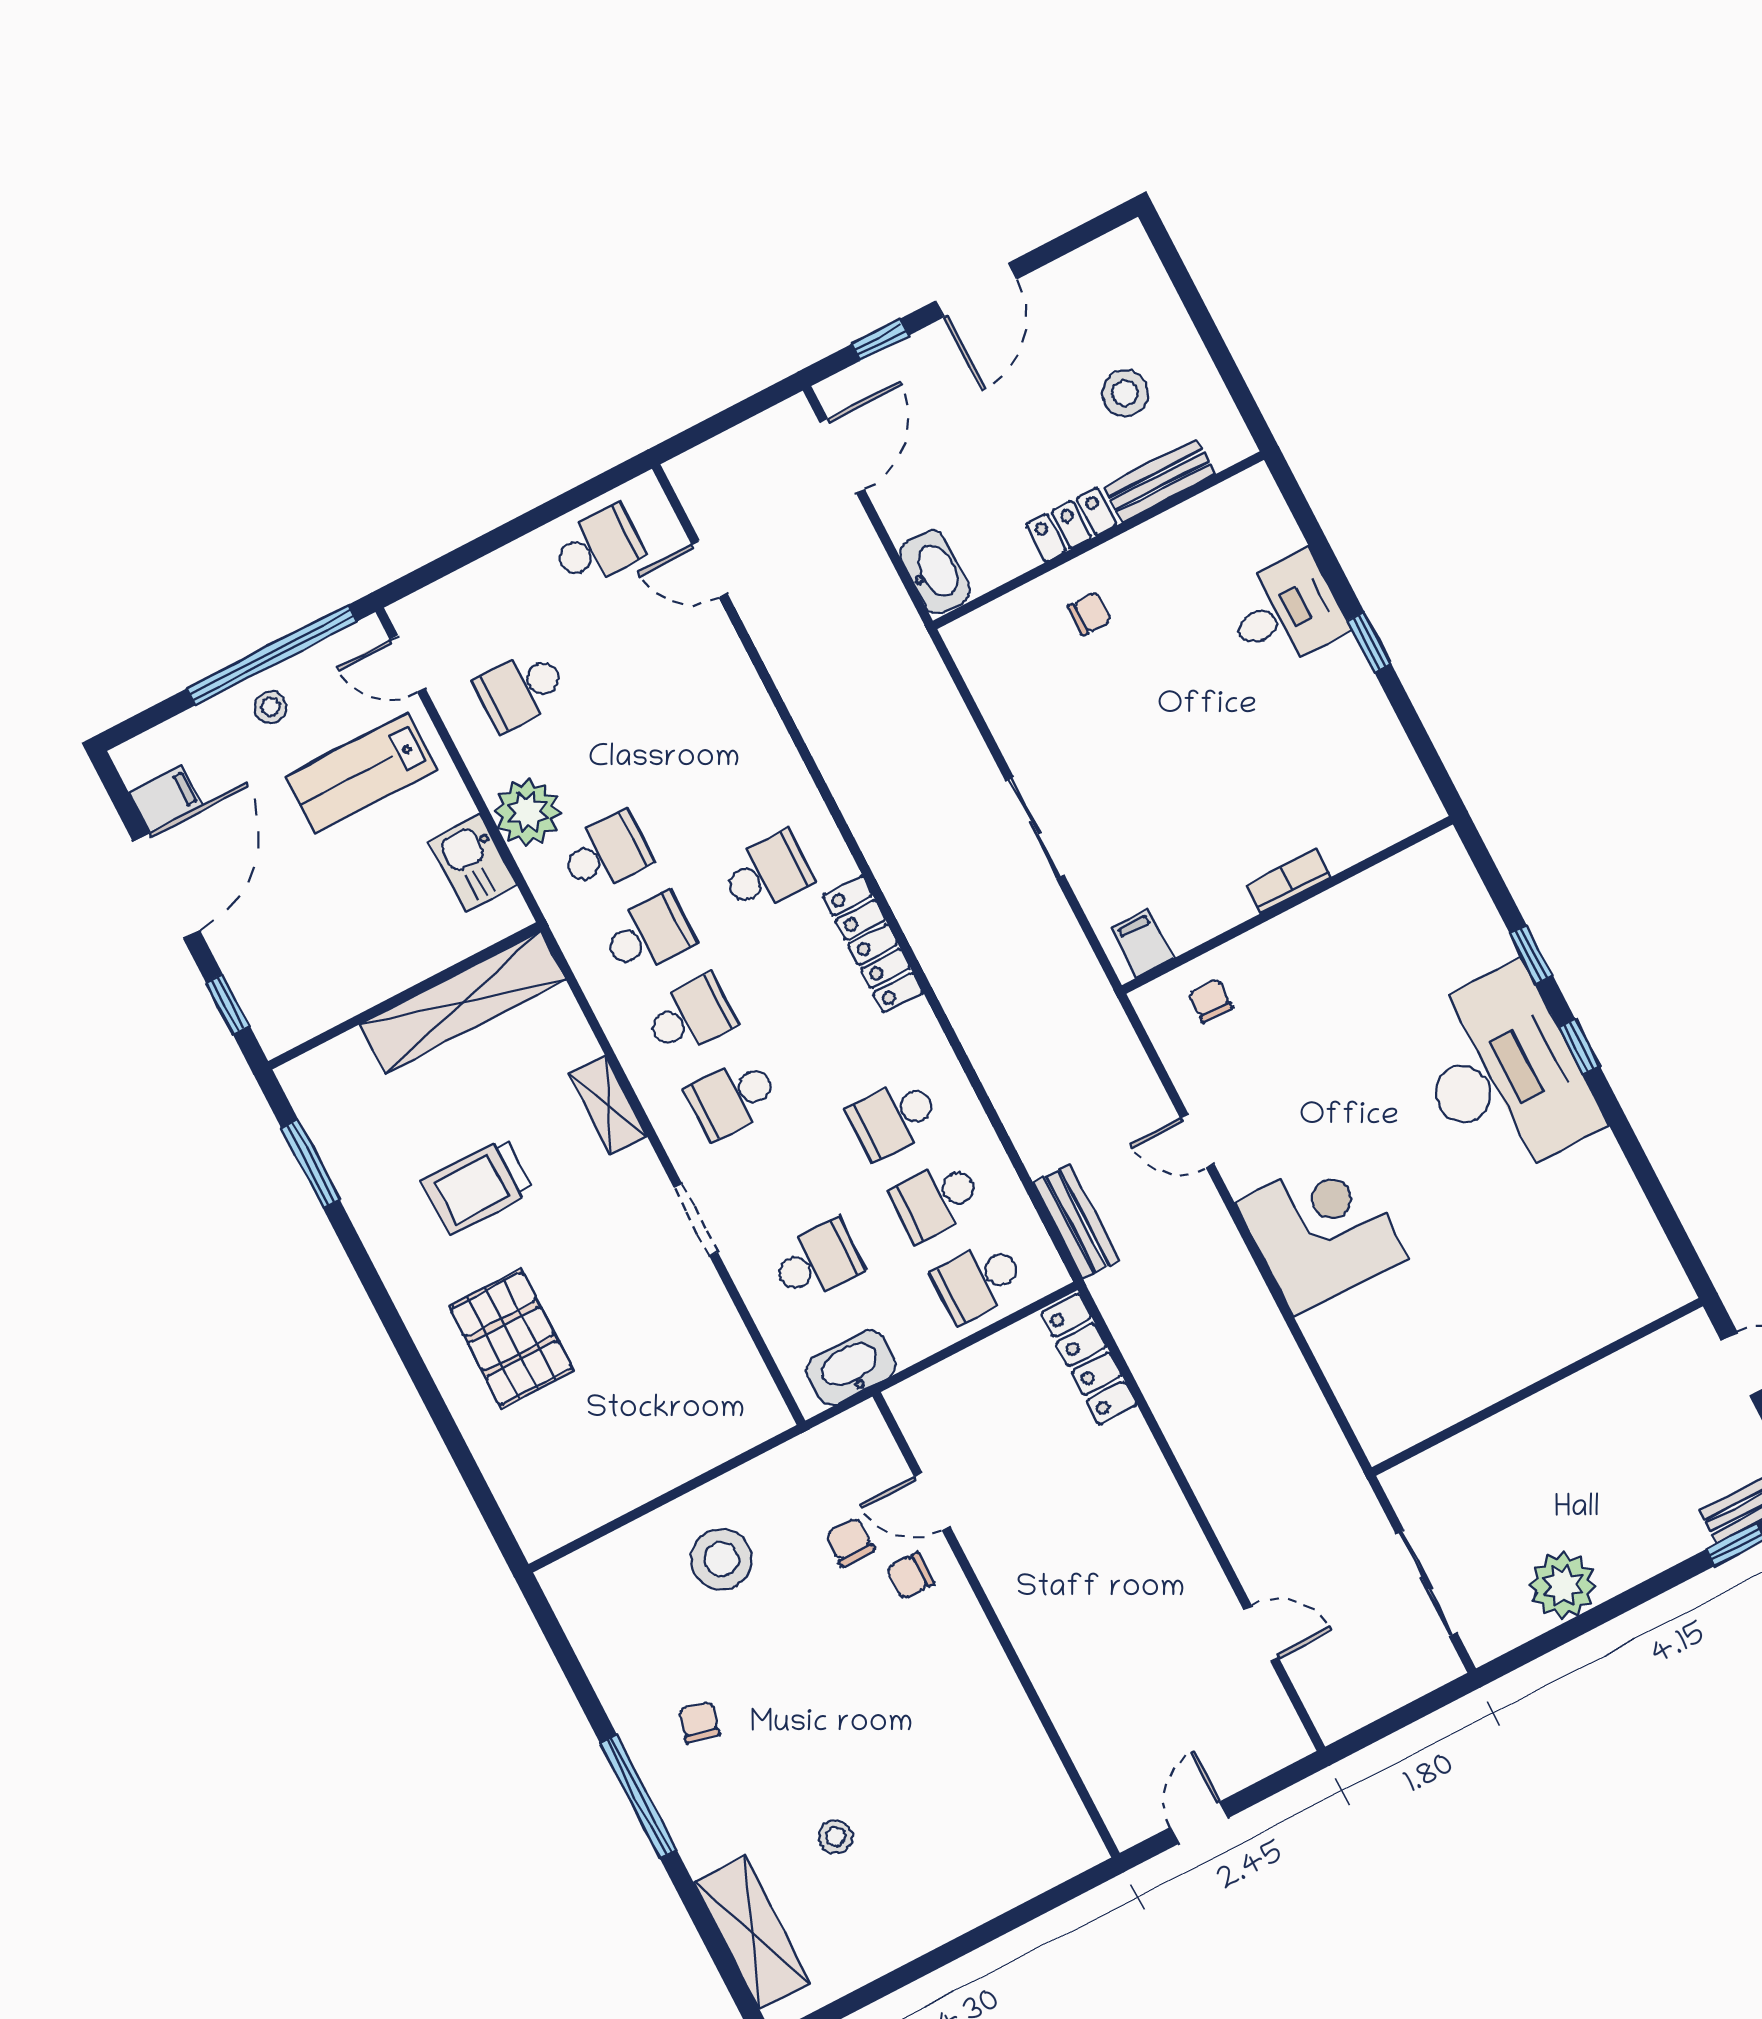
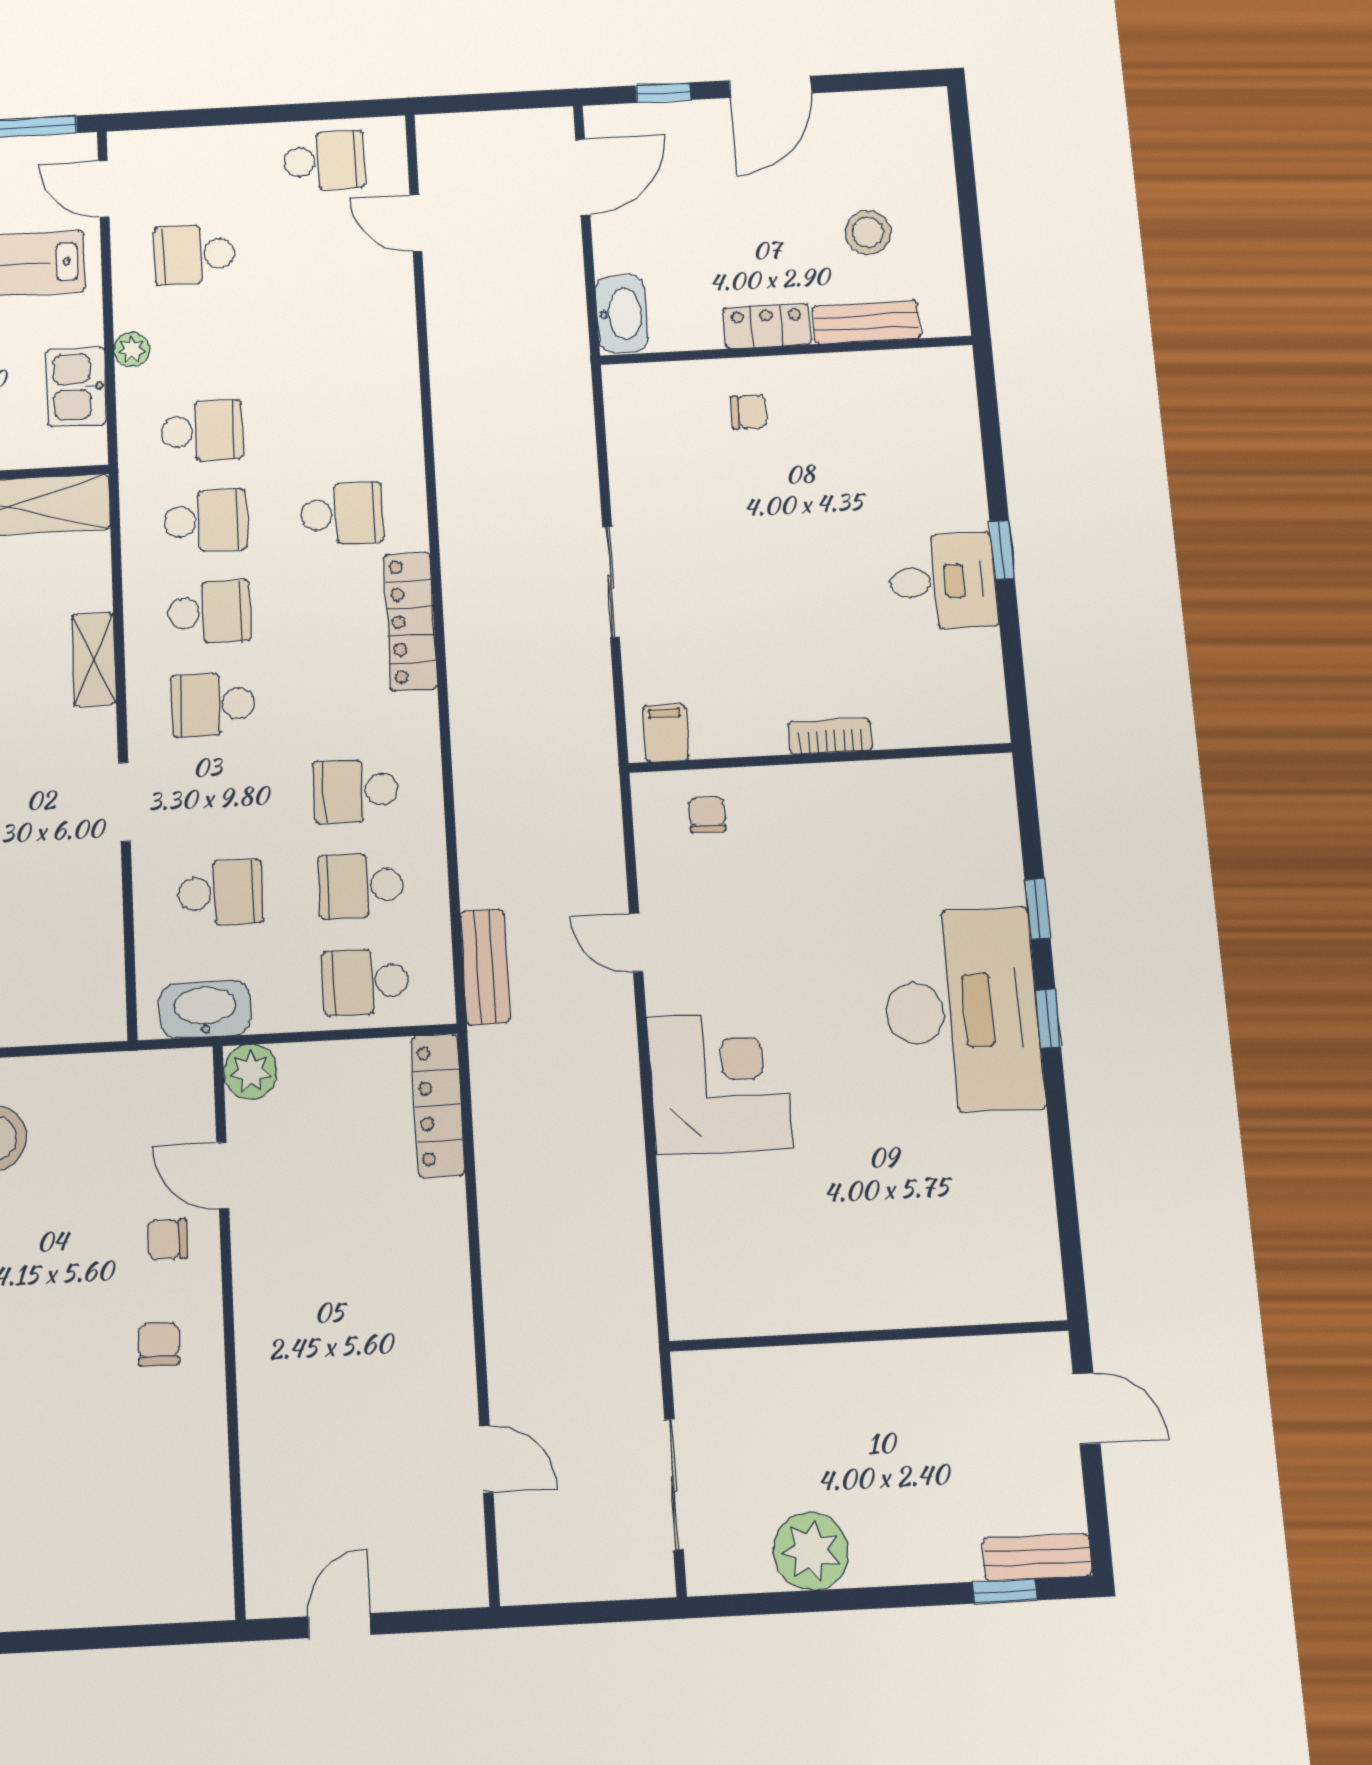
desk: (1286, 612) -> (943, 581), moved
plant: (527, 812) -> (132, 350), width x0.53, depth x0.53
plant: (915, 1403) -> (251, 1072), added
chair: (850, 1542) -> (159, 1344), moved

